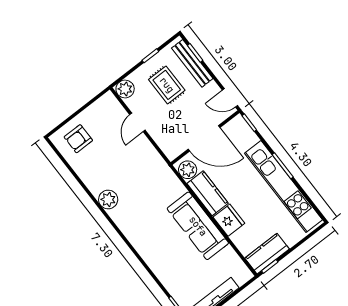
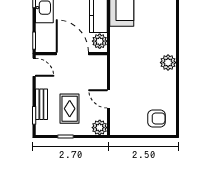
bench: (192, 63) -> (41, 104), width x0.73
door: (137, 122) -> (109, 99), swing flipped

